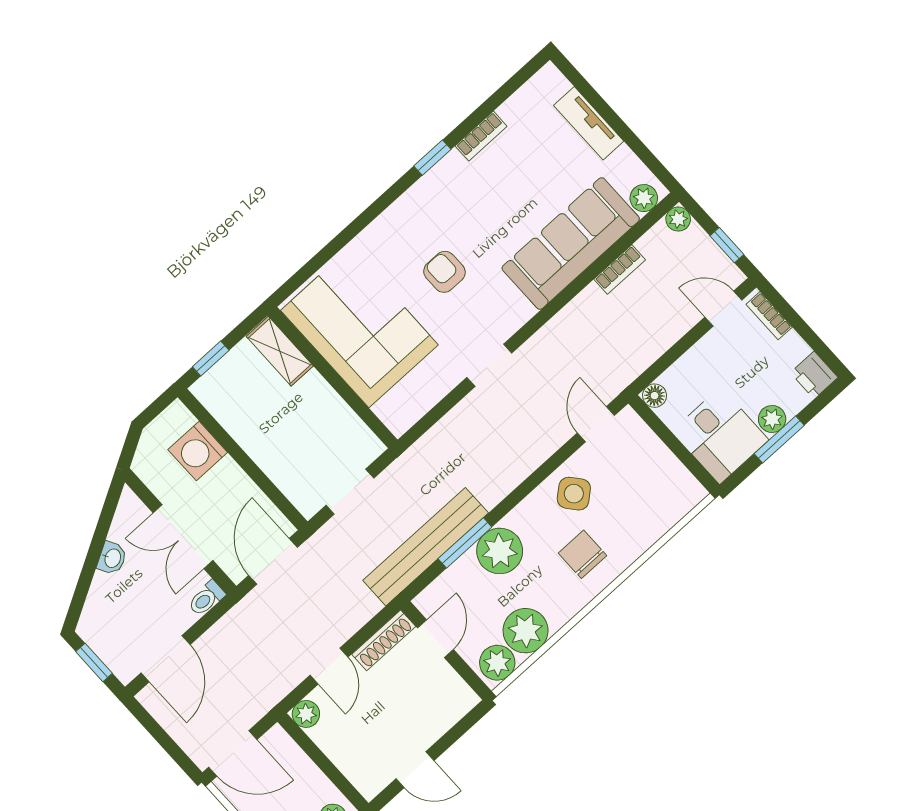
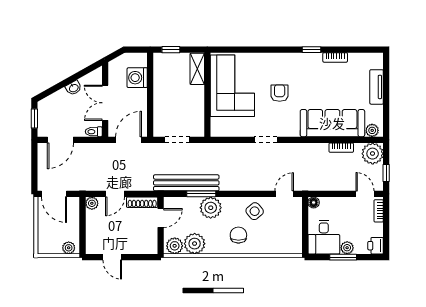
plant: (678, 219) -> (373, 154), width x1.87, depth x1.87

